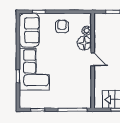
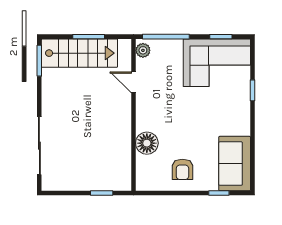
plant: (87, 31) -> (143, 50), moved
door: (93, 59) -> (134, 82), moved
corner sofa: (34, 69) -> (217, 63), moved, turned -90

